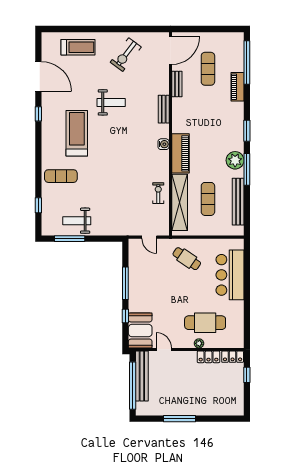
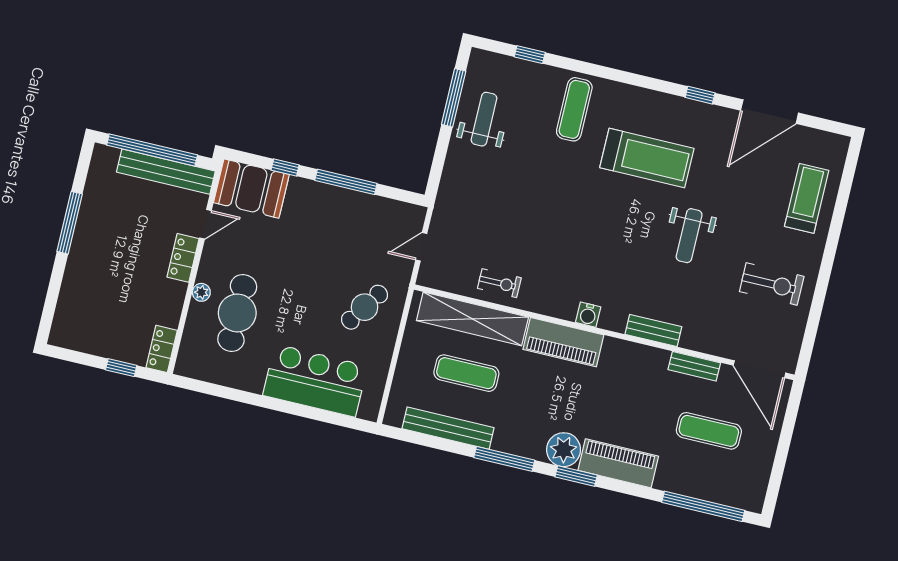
treadmill: (78, 47) -> (807, 198), turned 180
exercise bike: (126, 55) -> (772, 284), turned 143
piano: (237, 87) -> (618, 463), moved, width x1.37, depth x1.33
plant: (235, 160) -> (564, 450), moved
locker: (209, 357) -> (183, 258), moved

